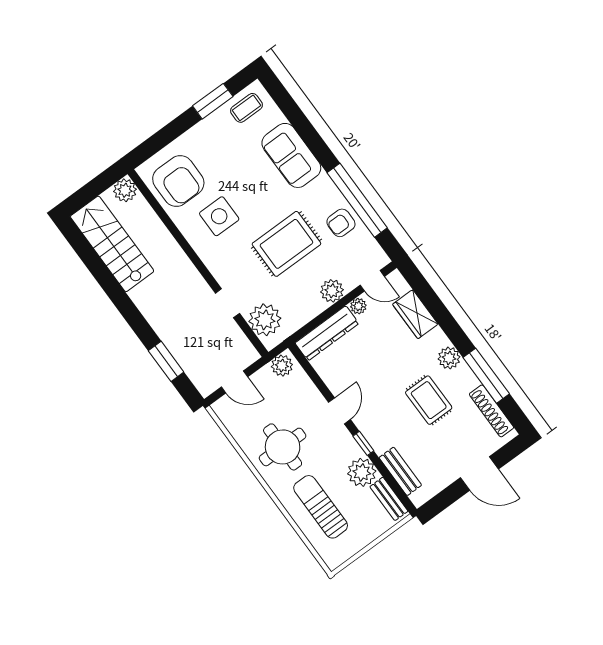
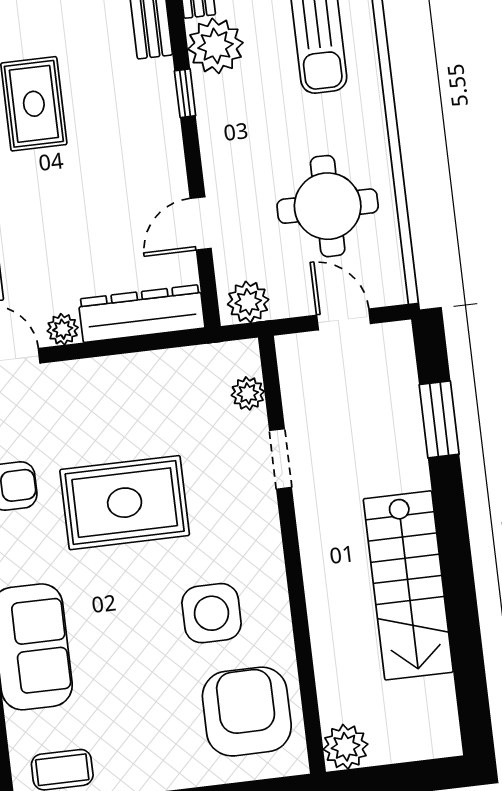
stairs: (112, 244) -> (408, 585), moved
plant: (332, 291) -> (93, 380), removed
plant: (265, 320) -> (248, 393), width x0.53, depth x0.53
door: (339, 411) -> (201, 223), moved
round table: (283, 447) -> (328, 206), moved

